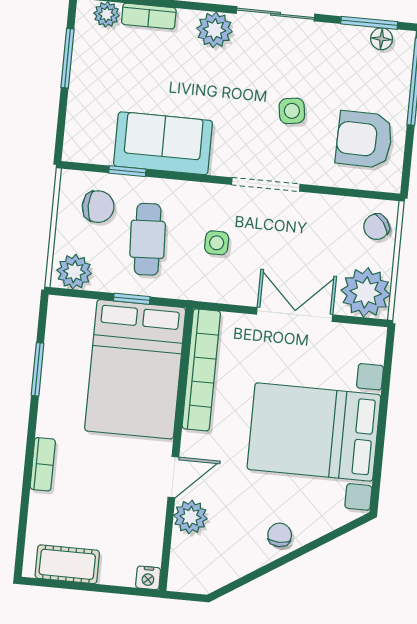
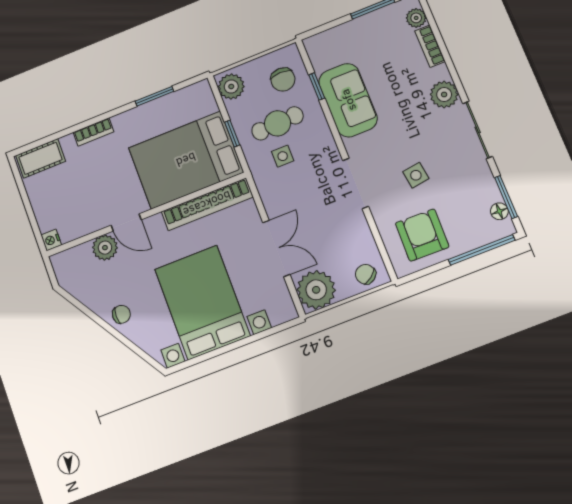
side table: (217, 243) -> (283, 156), moved
cot: (67, 564) -> (41, 158), moved, turned 90

